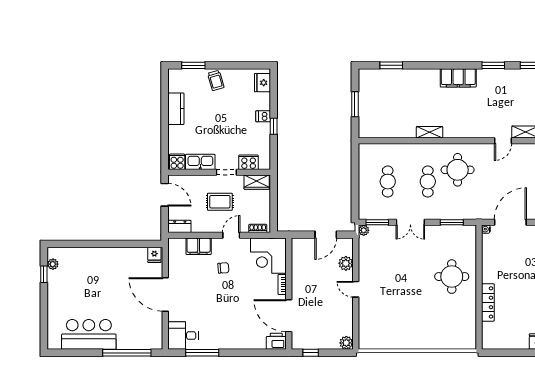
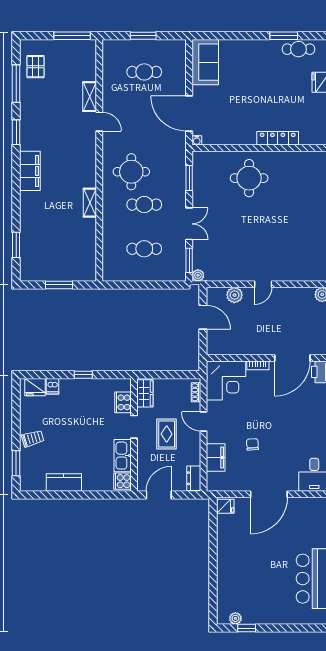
dishwasher: (263, 116) -> (53, 386), moved
chair: (223, 268) -> (253, 444), moved

